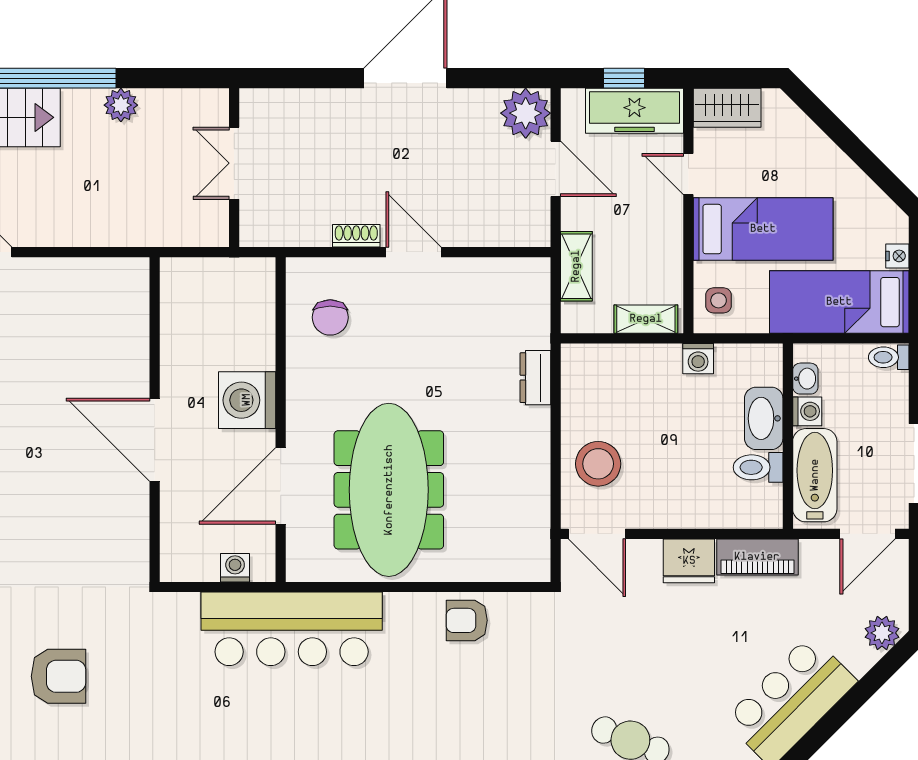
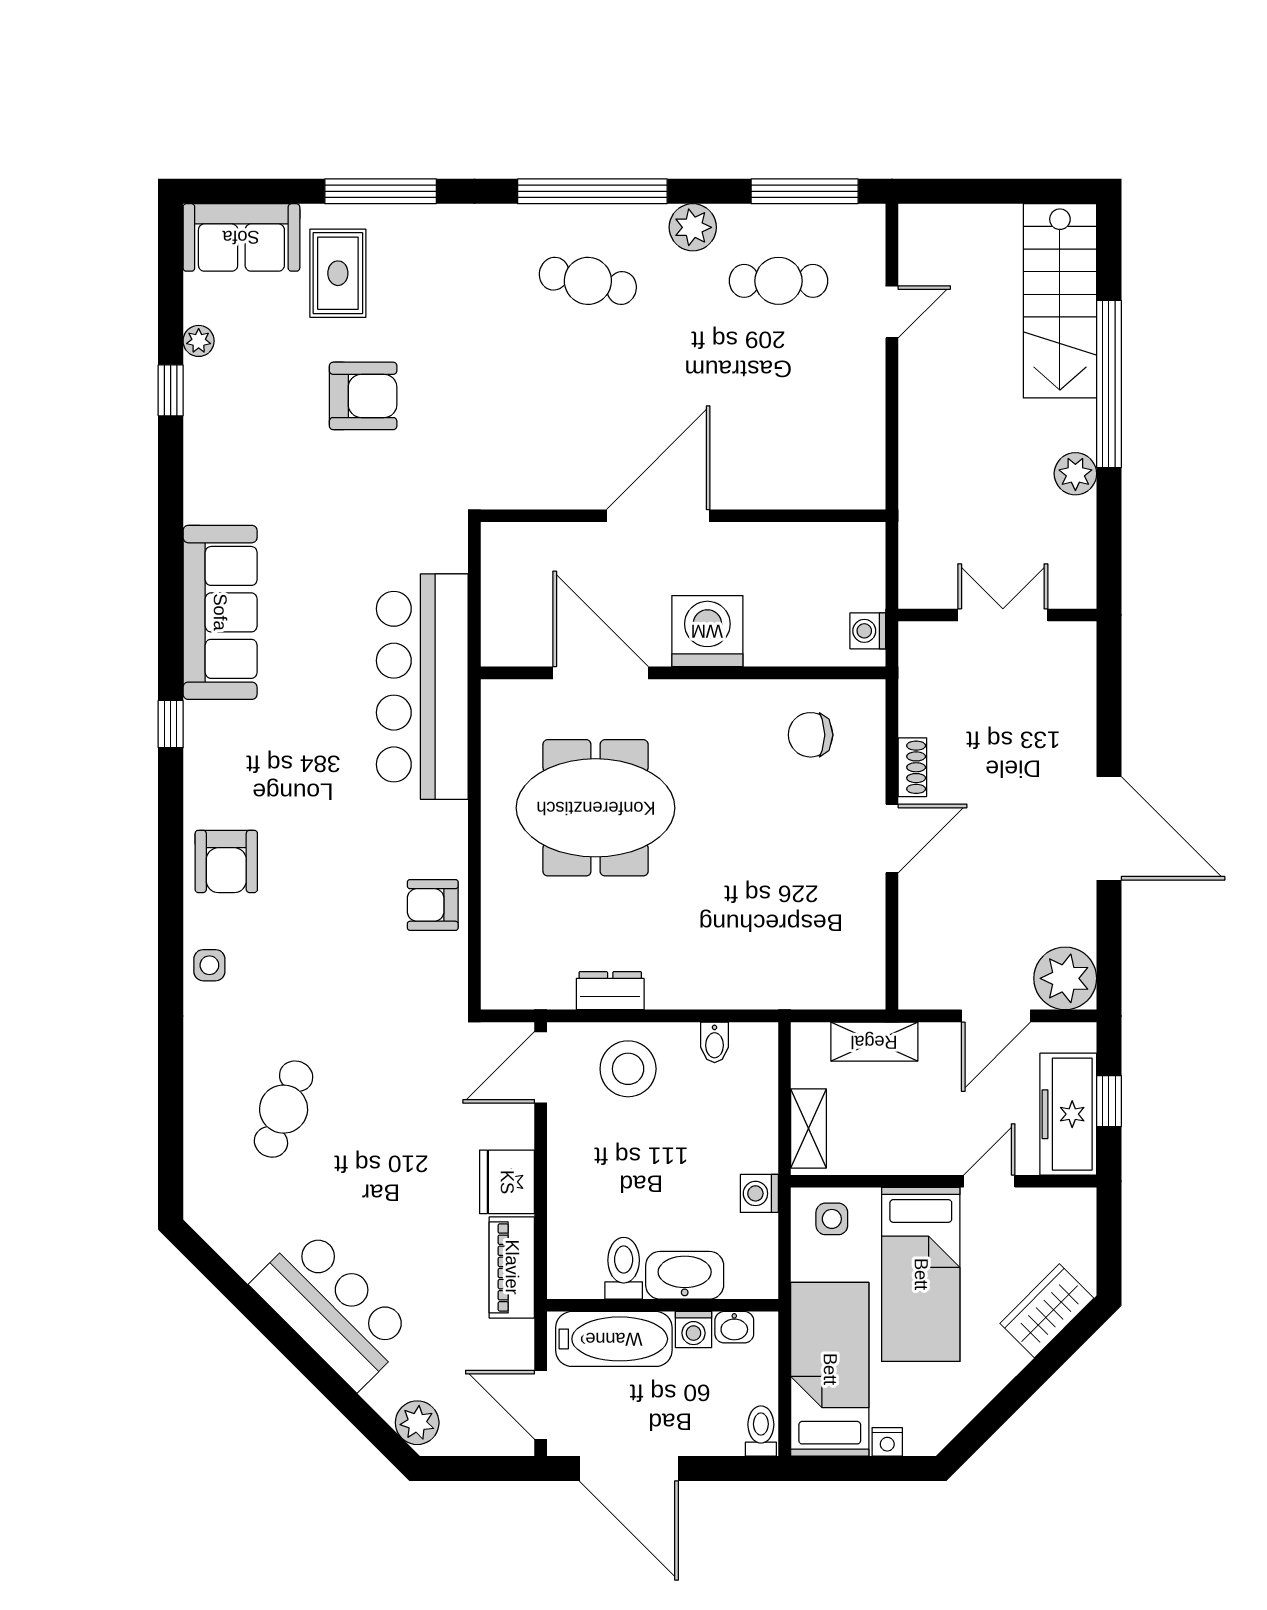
wardrobe: (727, 108) -> (1047, 1311), moved, turned 45
dresser: (535, 378) -> (610, 991), moved
bidet: (577, 394) -> (715, 1042), added
meeting table: (389, 490) -> (596, 808), width x0.73
washing machine: (235, 568) -> (868, 631), moved, turned 180
armchair: (467, 620) -> (433, 905), turned -90
armchair: (58, 676) -> (363, 396), turned -90

